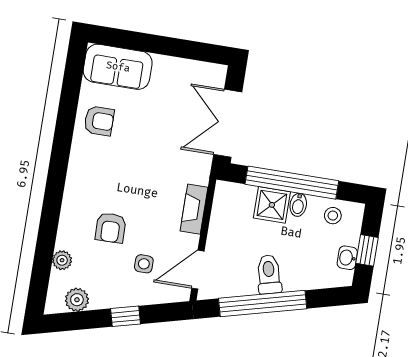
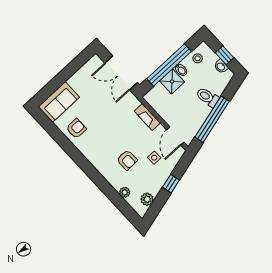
toilet: (269, 274) -> (207, 97), moved

